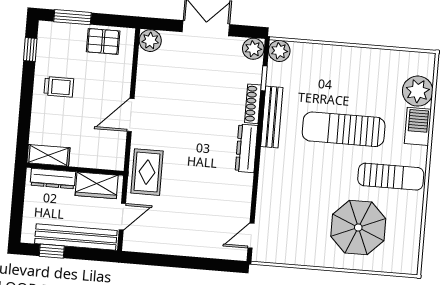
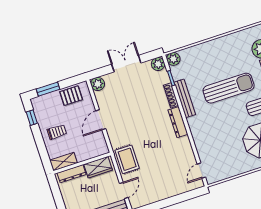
door: (131, 115) -> (101, 120), moved
sun lounger: (344, 129) -> (229, 88), turned 180
shelving: (48, 155) -> (63, 162), moved
wall: (75, 169) -> (82, 163), moved
dresser: (53, 179) -> (72, 174), moved
wardrobe: (97, 185) -> (98, 167), moved

